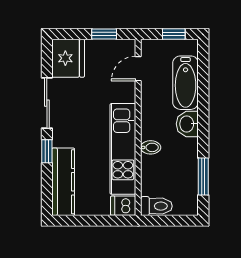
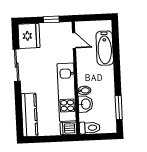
window: (174, 34) -> (96, 17), removed
door: (138, 69) -> (74, 40), swing flipped
washbasin: (187, 124) -> (85, 104), moved, turned 180
window: (47, 151) -> (18, 96), removed

